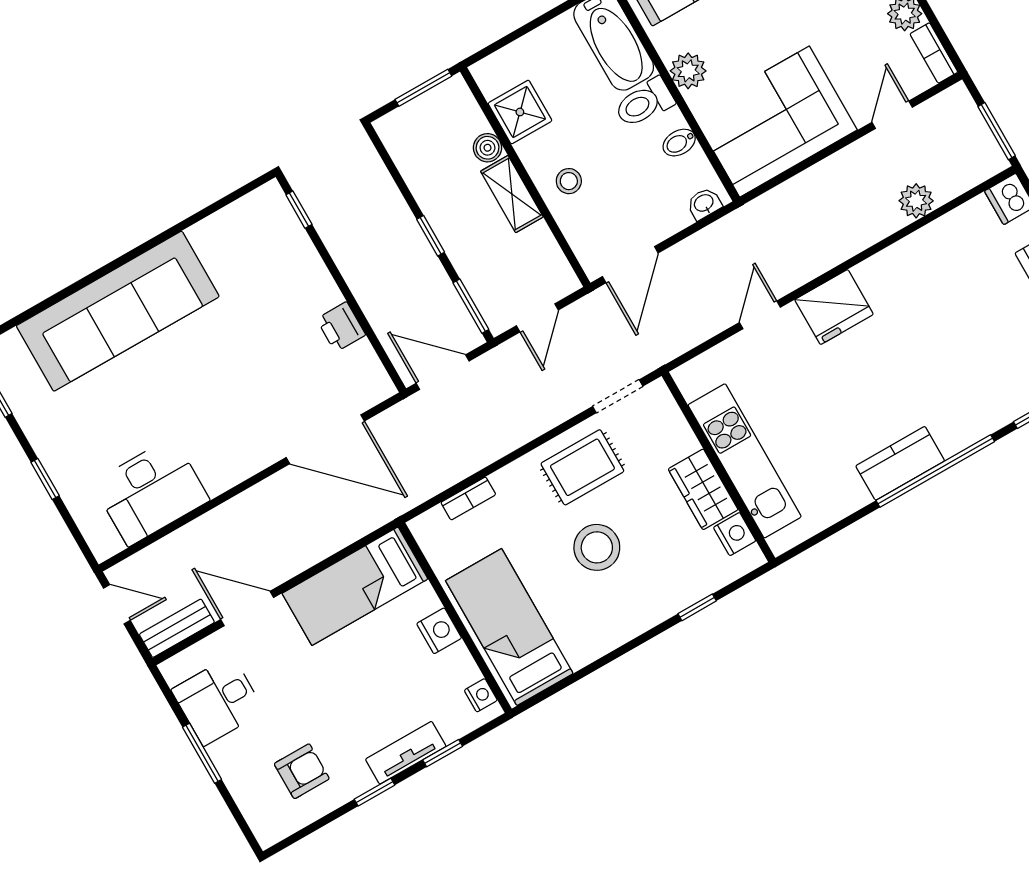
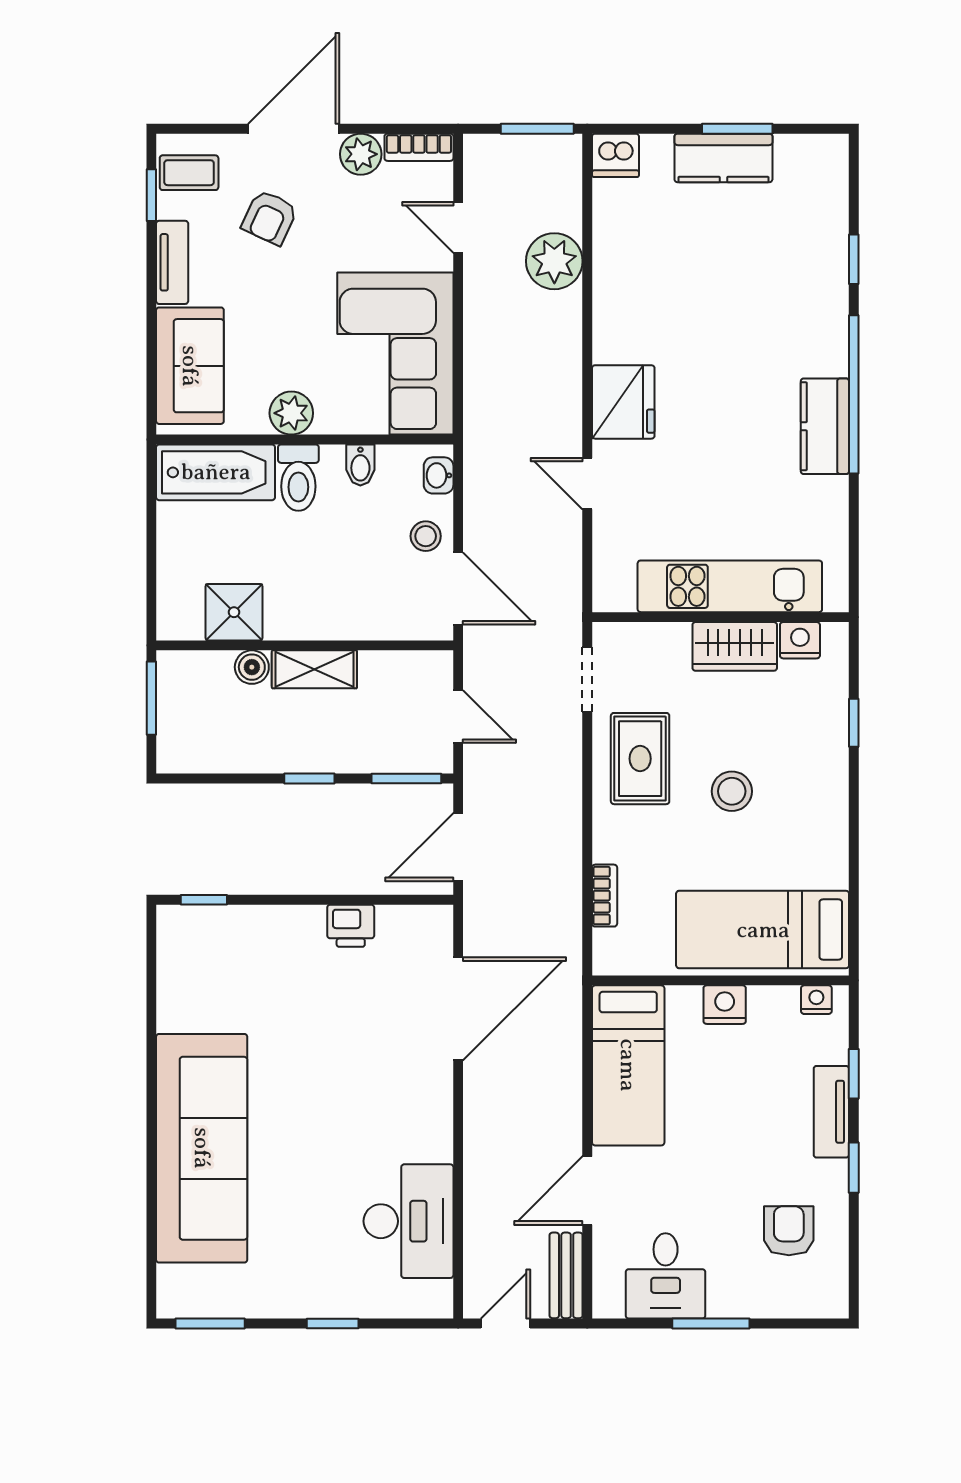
stool: (569, 181) -> (426, 536), moved
plant: (916, 201) -> (554, 261), width x1.36, depth x1.36
stool: (597, 547) -> (732, 791), width x0.73, depth x0.73

